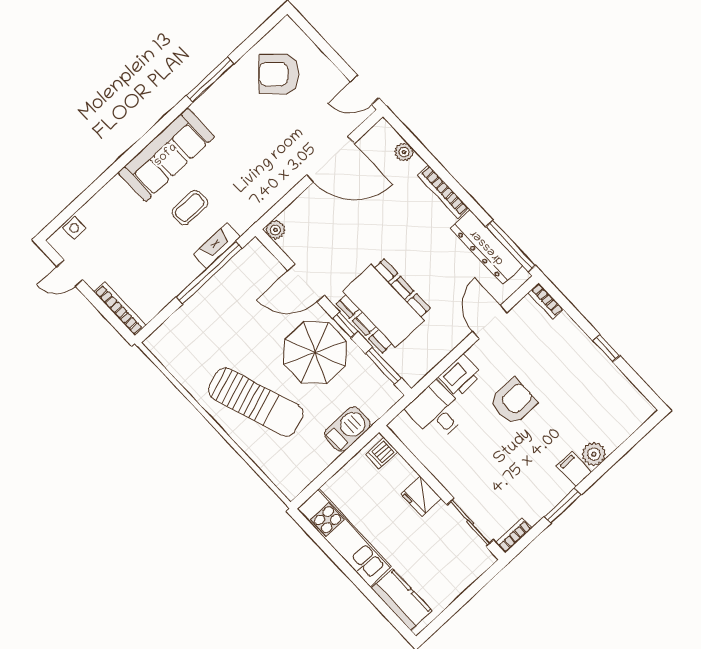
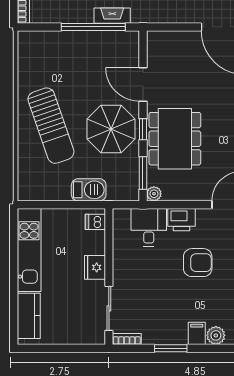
plant: (275, 230) -> (154, 194), moved

